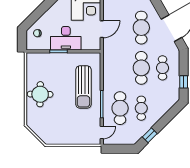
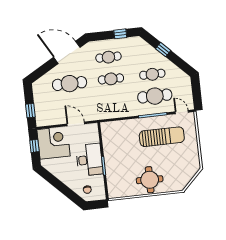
cafe table: (141, 68) -> (111, 79), width x0.73, depth x0.74
sun lounger: (83, 87) -> (162, 137), moved
window: (150, 135) -> (163, 50), moved

